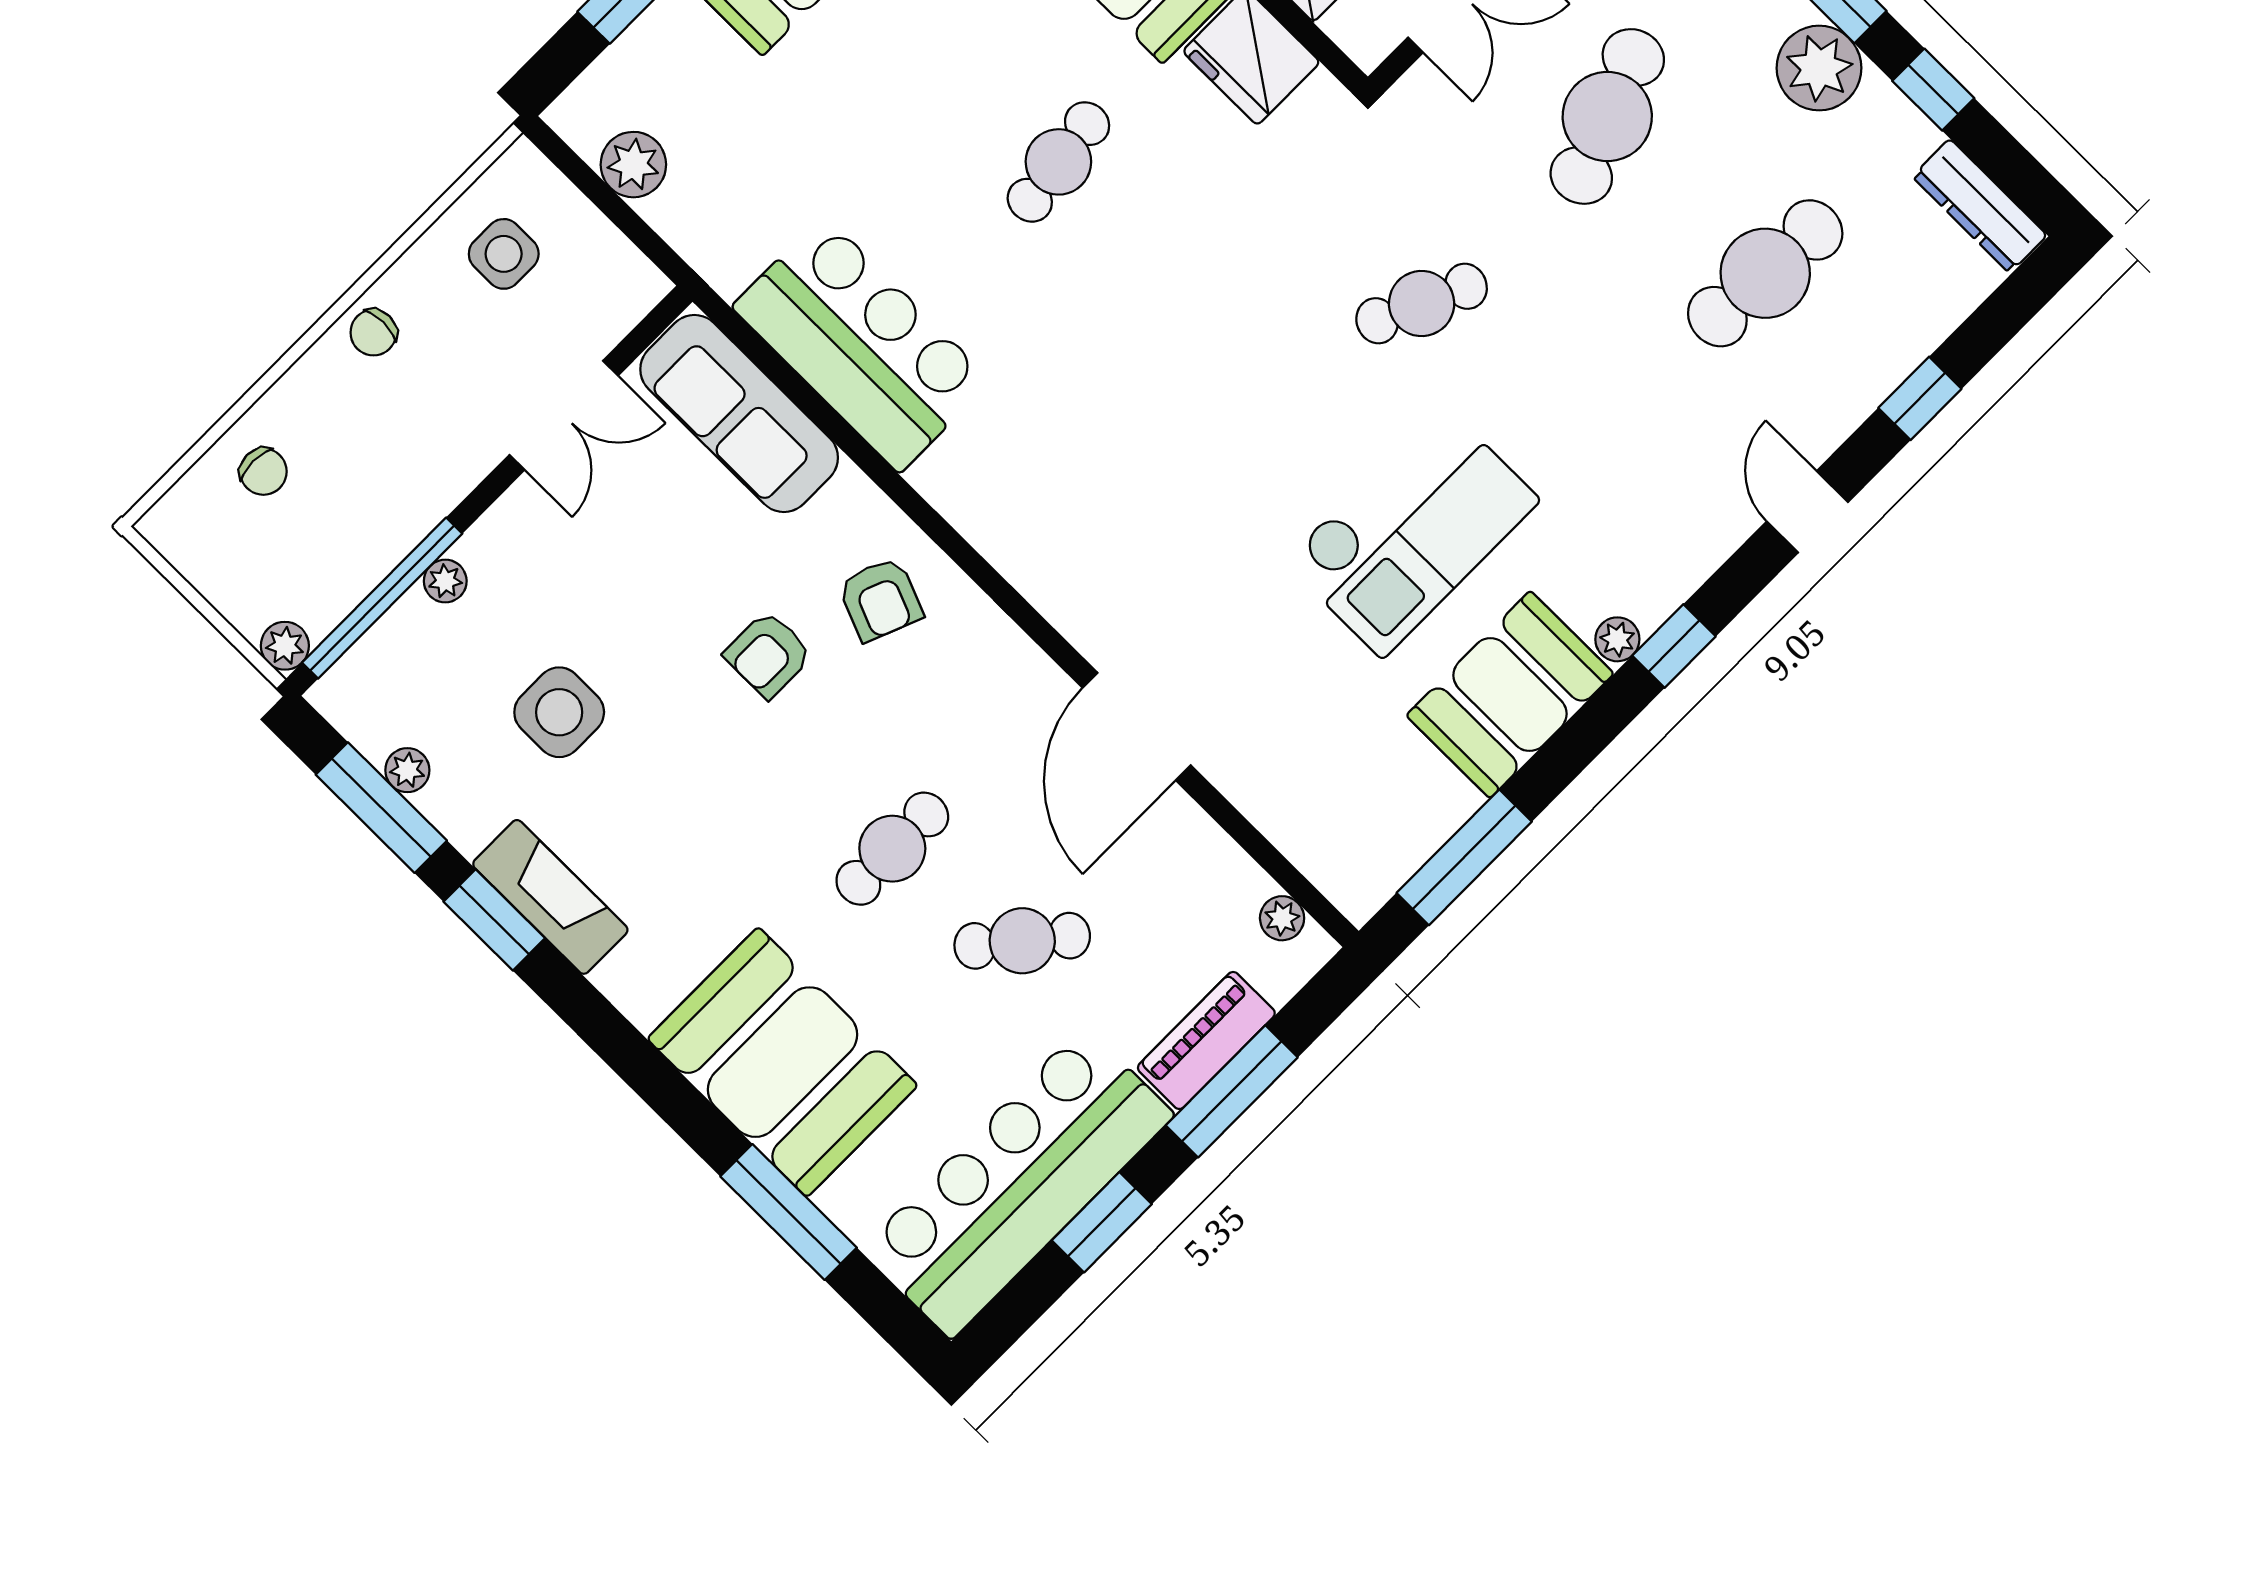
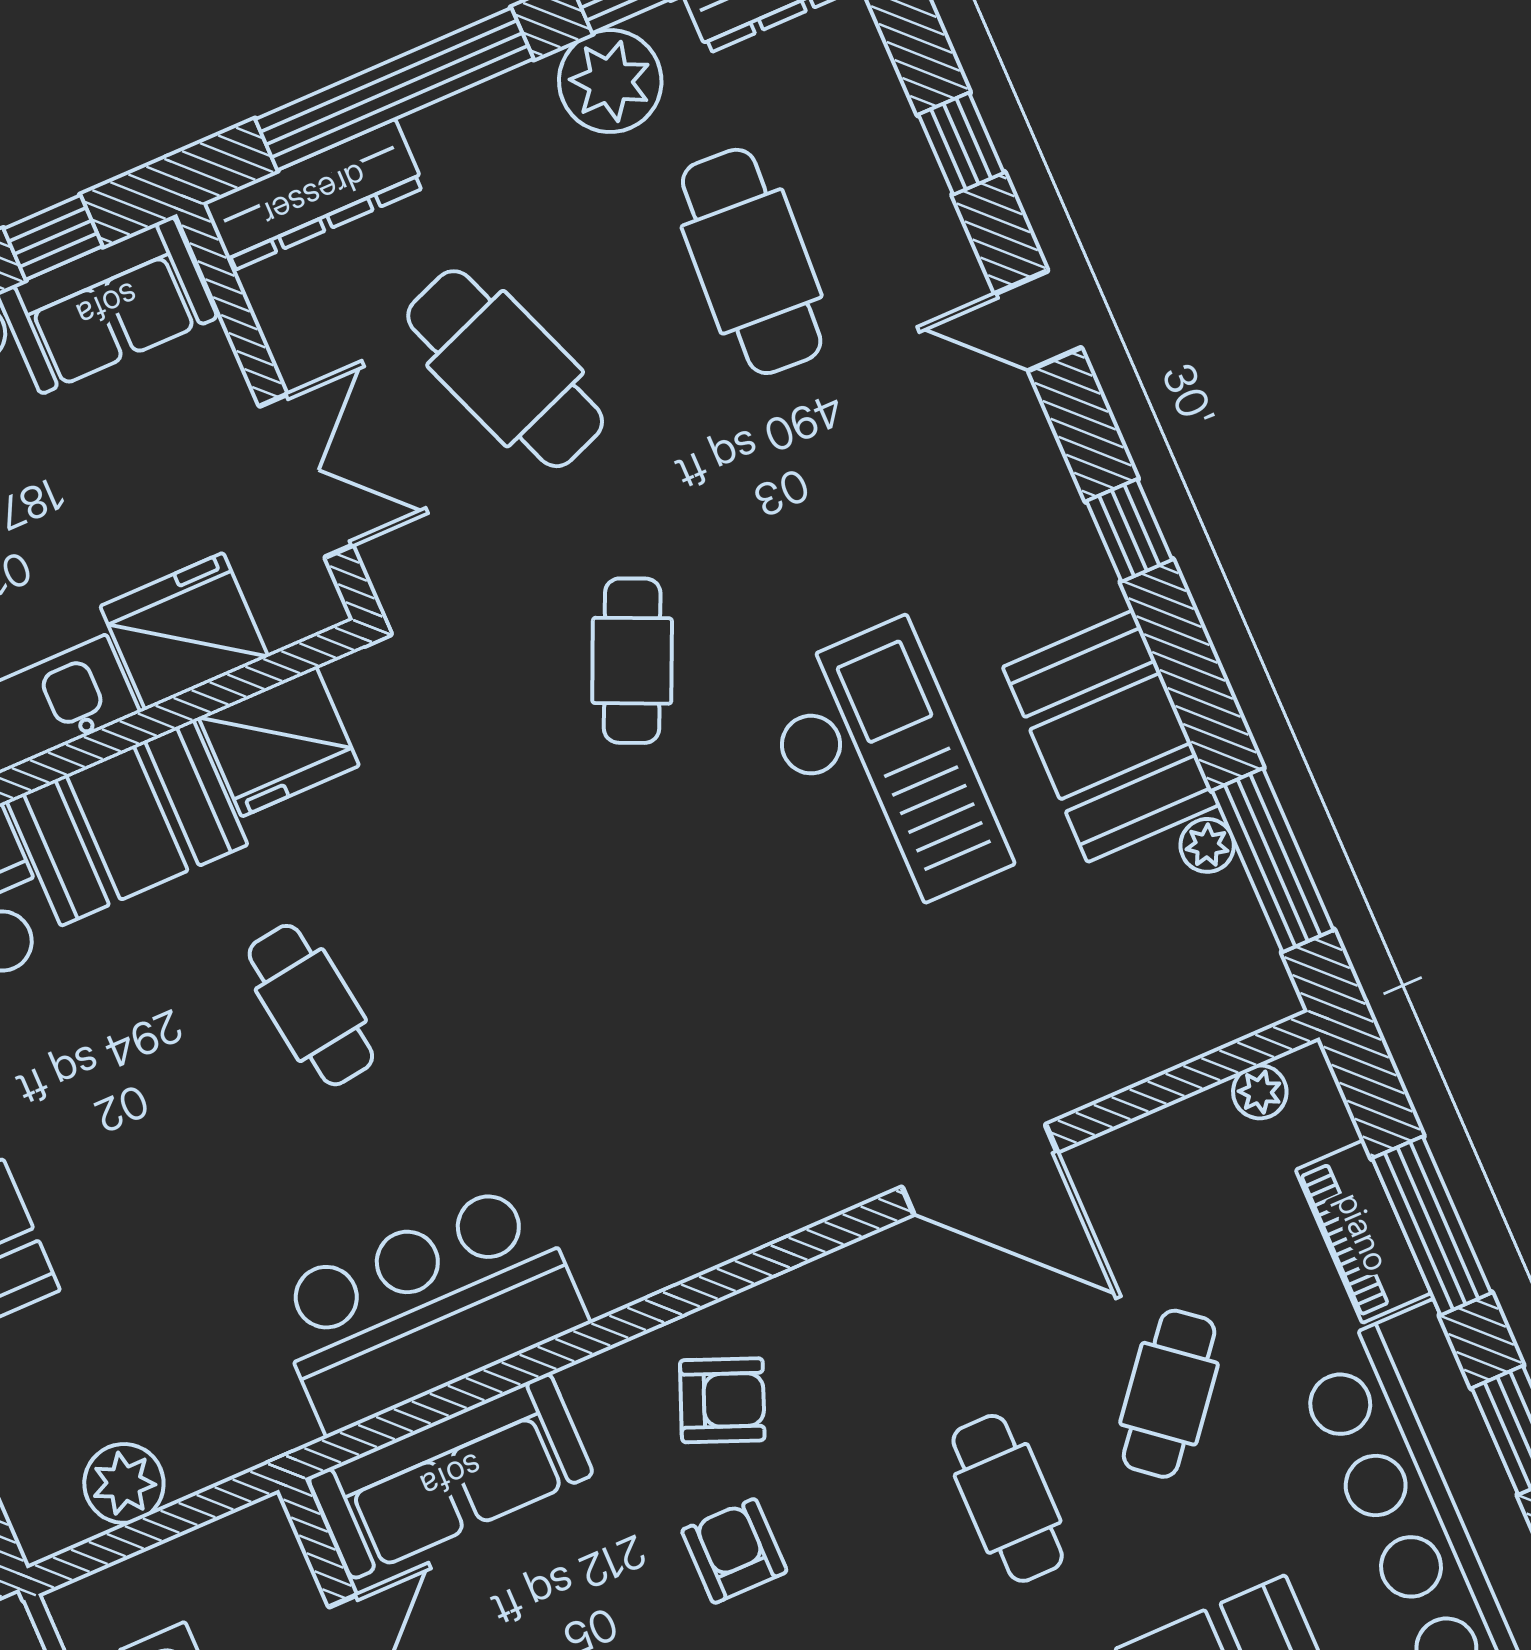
plant: (1819, 68) -> (610, 81), moved
plant: (1617, 639) -> (1207, 845), moved
armchair: (768, 655) -> (734, 1551), turned 180

